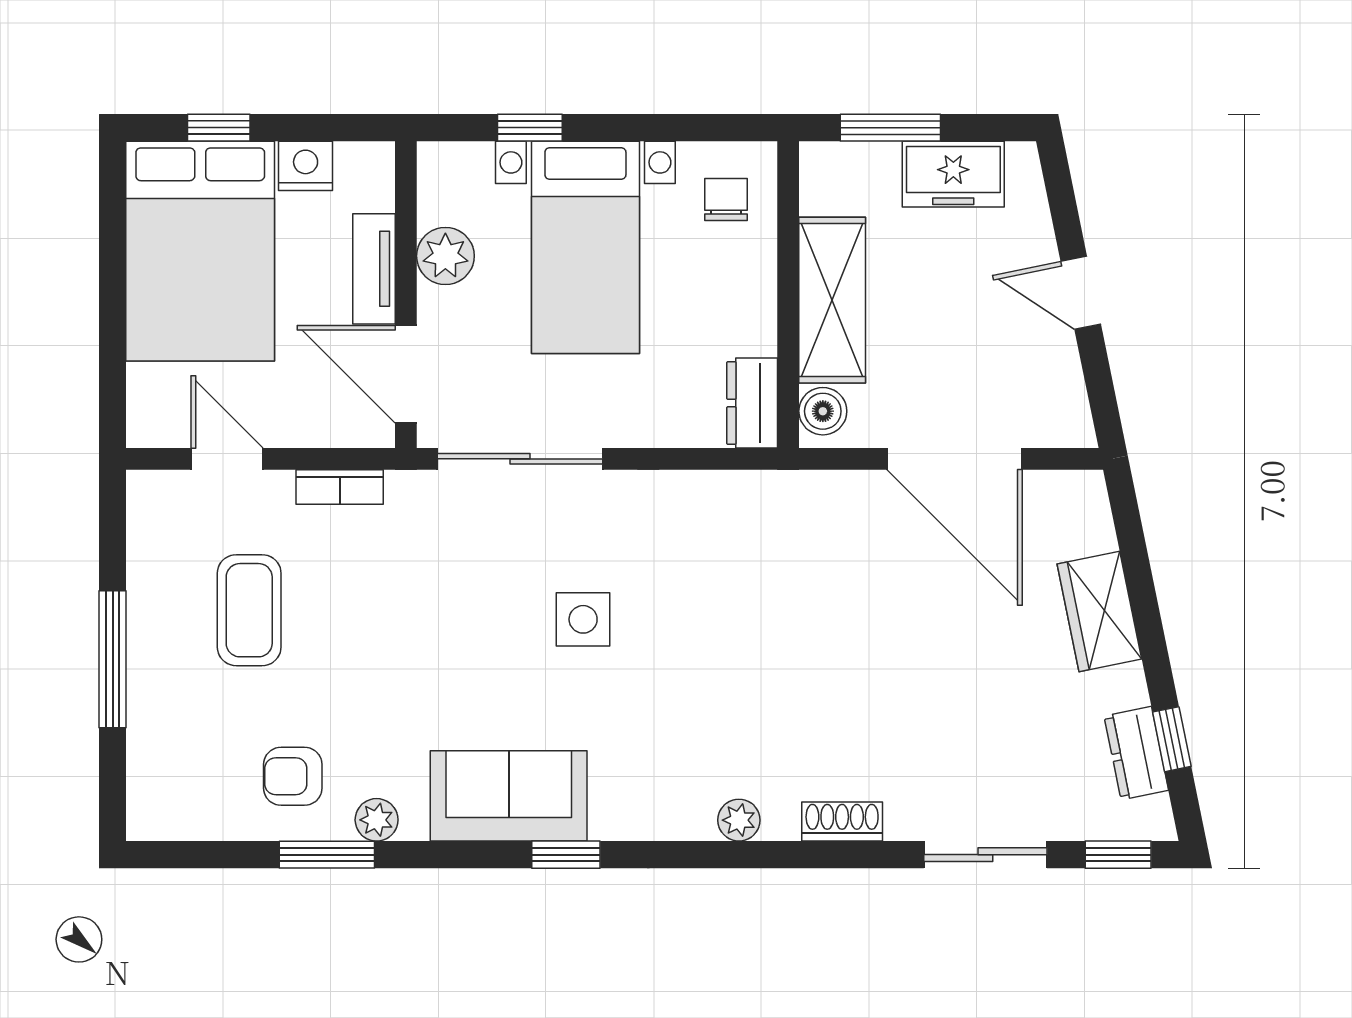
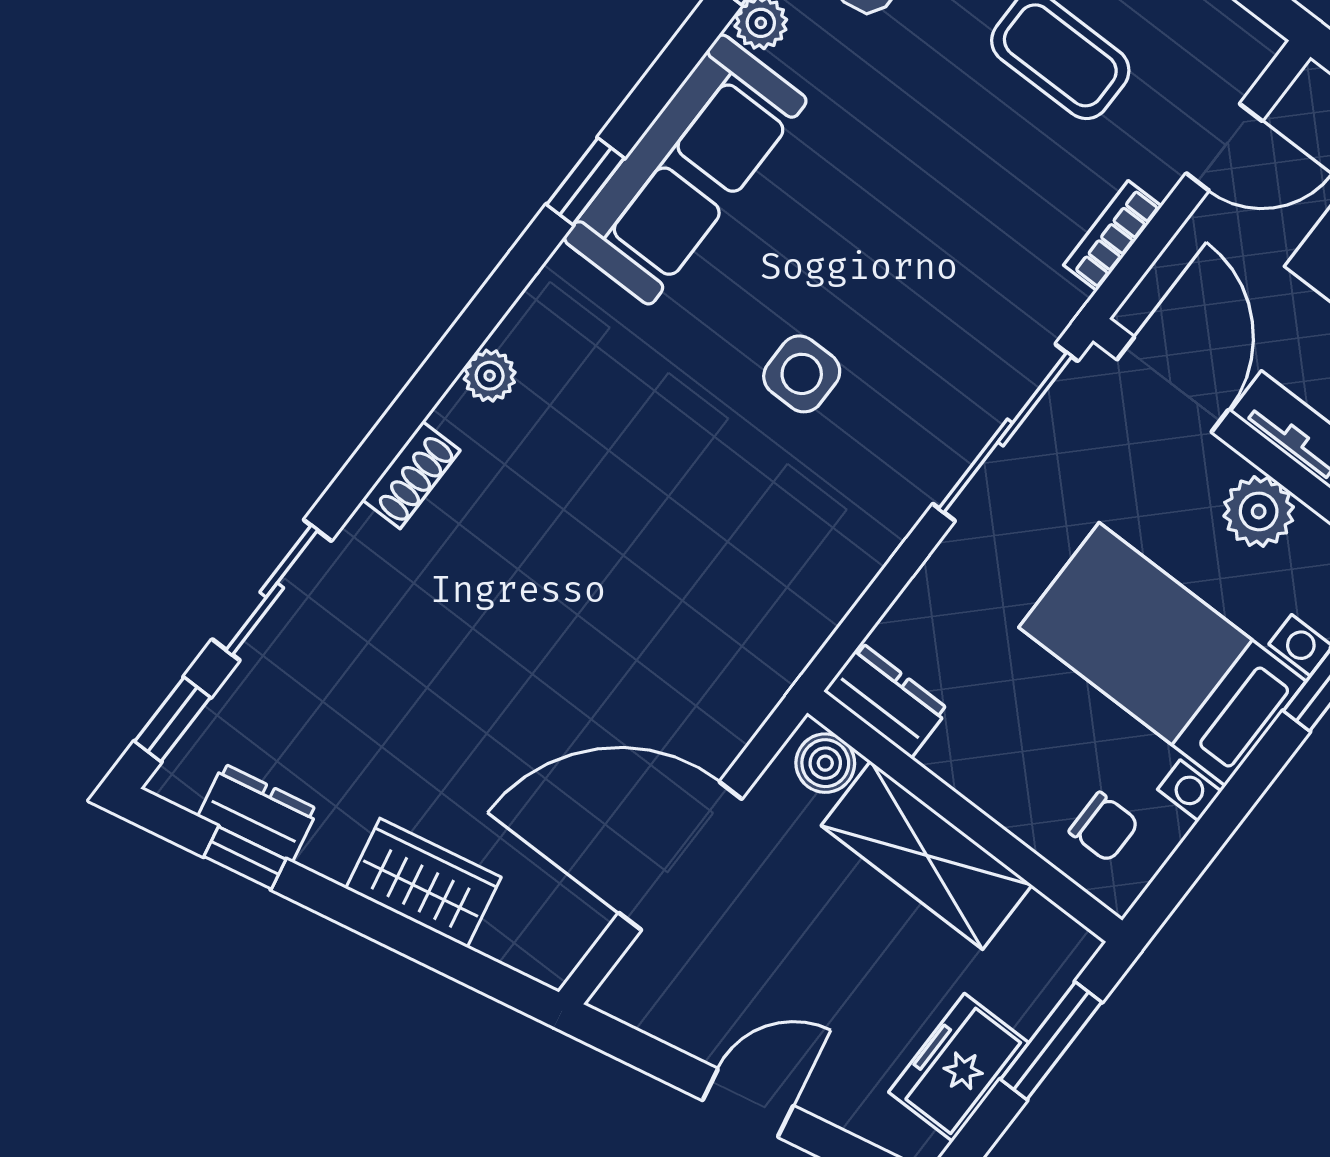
door: (406, 374) -> (1173, 385), hinge flipped
sofa: (509, 796) -> (685, 169), width x1.36

